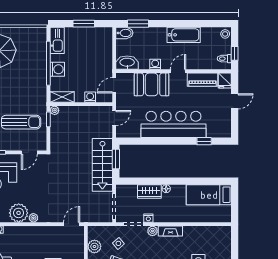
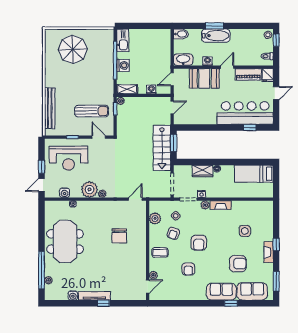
window: (84, 24) -> (146, 26), removed
window: (138, 24) -> (215, 26), moved
bathtub: (184, 35) -> (216, 36), moved
window: (235, 53) -> (276, 40), moved
bar counter: (173, 124) -> (245, 113), moved
door: (29, 152) -> (99, 137), swing flipped

